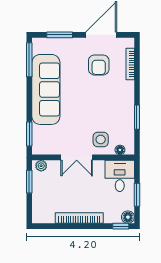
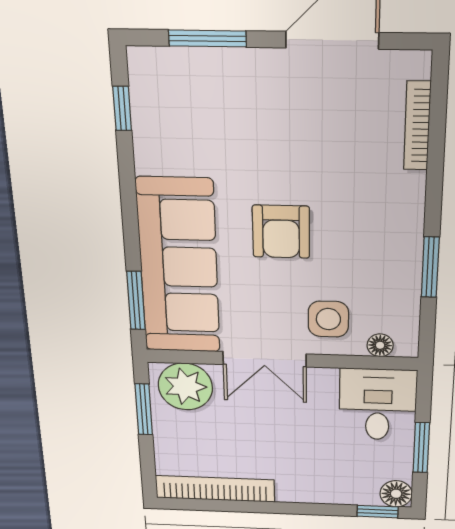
window: (29, 60) -> (122, 108), width x0.46
armchair: (99, 65) -> (281, 232), moved
sofa: (46, 89) -> (179, 267), moved
plant: (41, 166) -> (185, 387), width x1.88, depth x1.88
bookcase: (79, 218) -> (215, 489), moved

